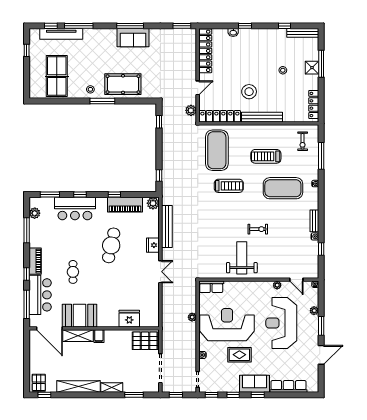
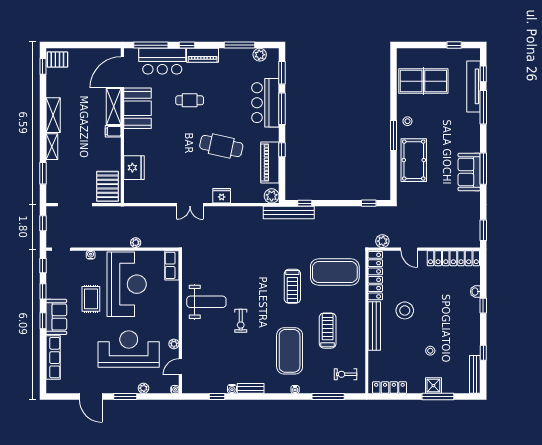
window: (80, 195) -> (282, 109), width x2.17
bench: (167, 227) -> (289, 212), moved
shelving: (79, 386) -> (53, 115), width x0.68

